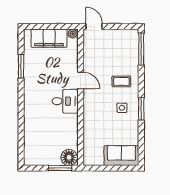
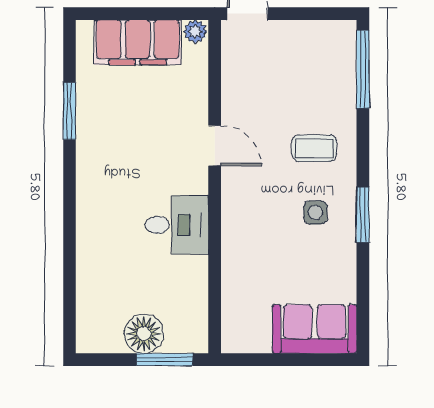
desk: (65, 101) -> (177, 225), moved
floor lamp: (69, 157) -> (144, 334), moved

